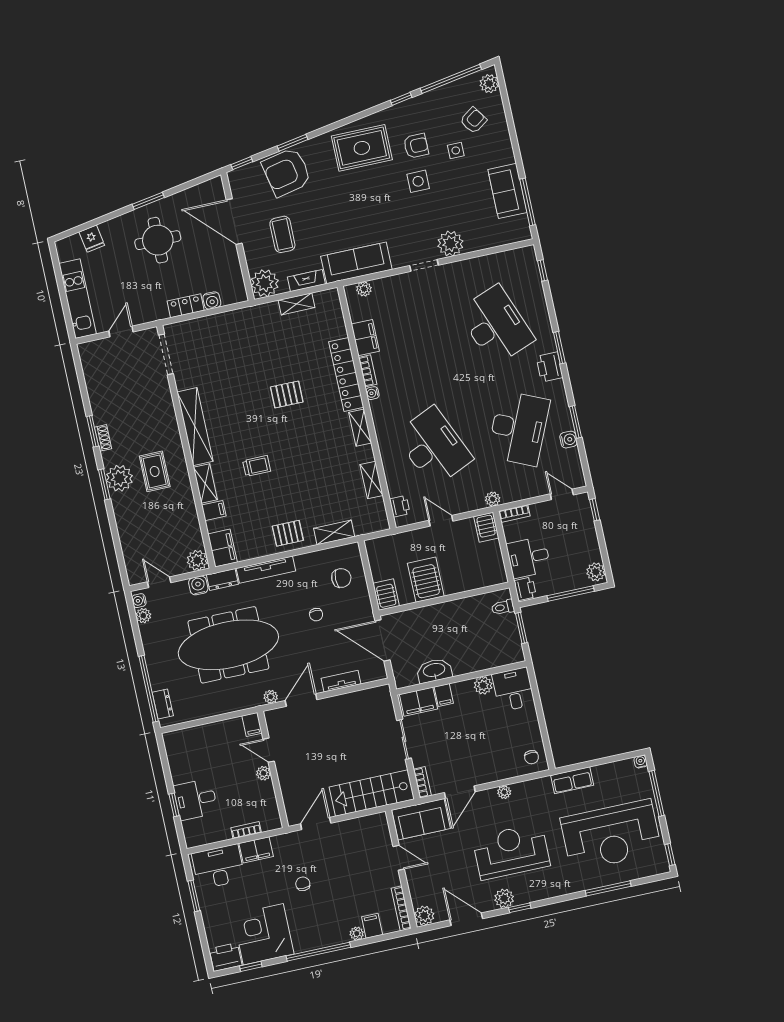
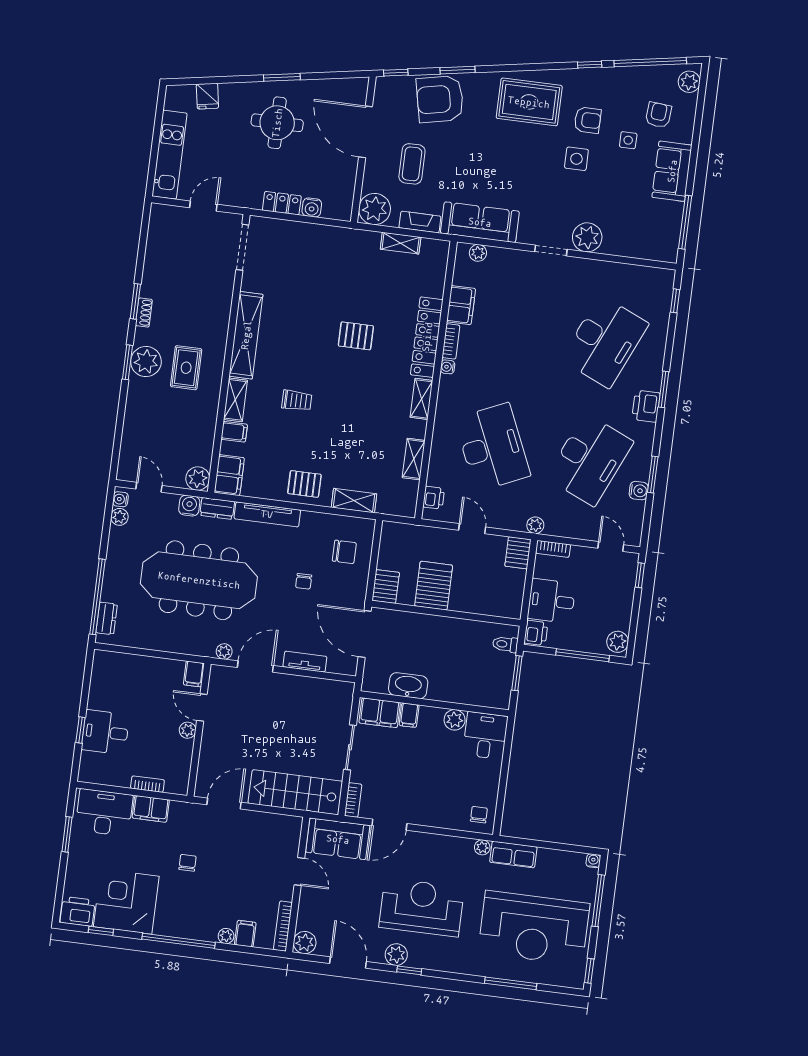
armchair: (473, 120) -> (658, 115), turned -50
sofa: (507, 191) -> (672, 171), moved
desk: (496, 325) -> (605, 342), turned 45
chair: (532, 757) -> (479, 815), turned 180
plant: (504, 792) -> (482, 847), moved

